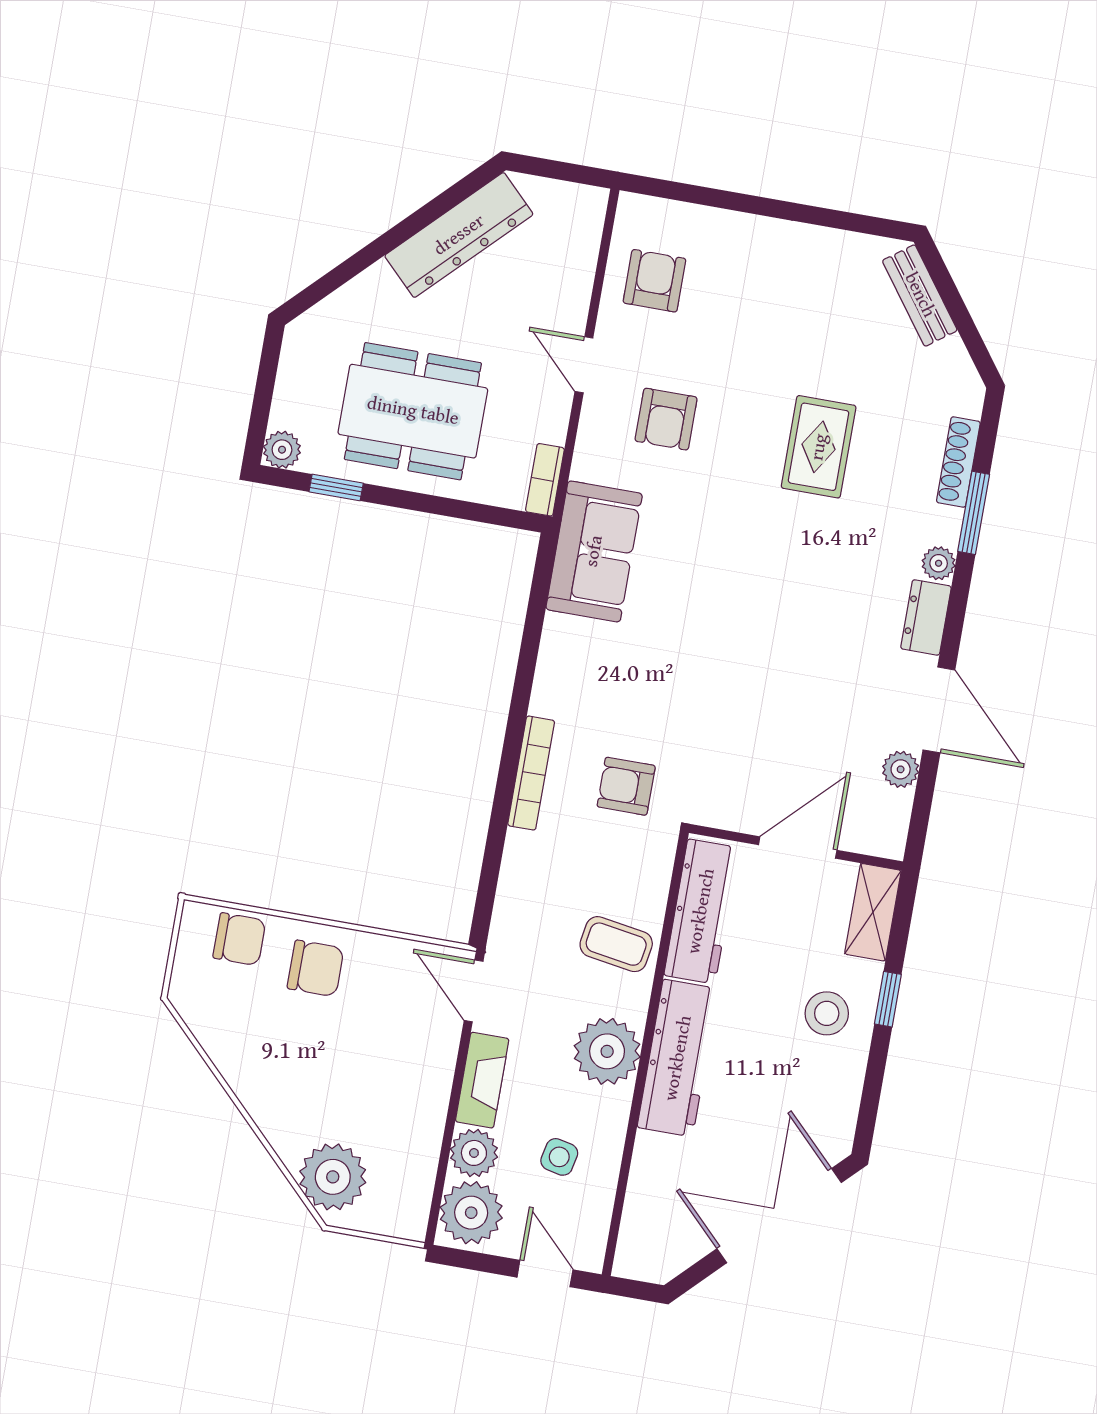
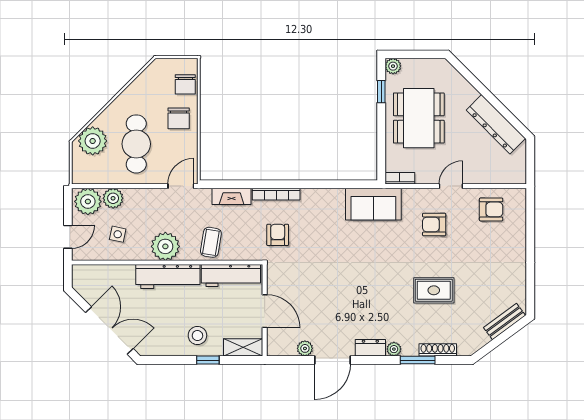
cafe table: (358, 1077) -> (136, 144), added
fireplace: (482, 1080) -> (232, 196), moved

